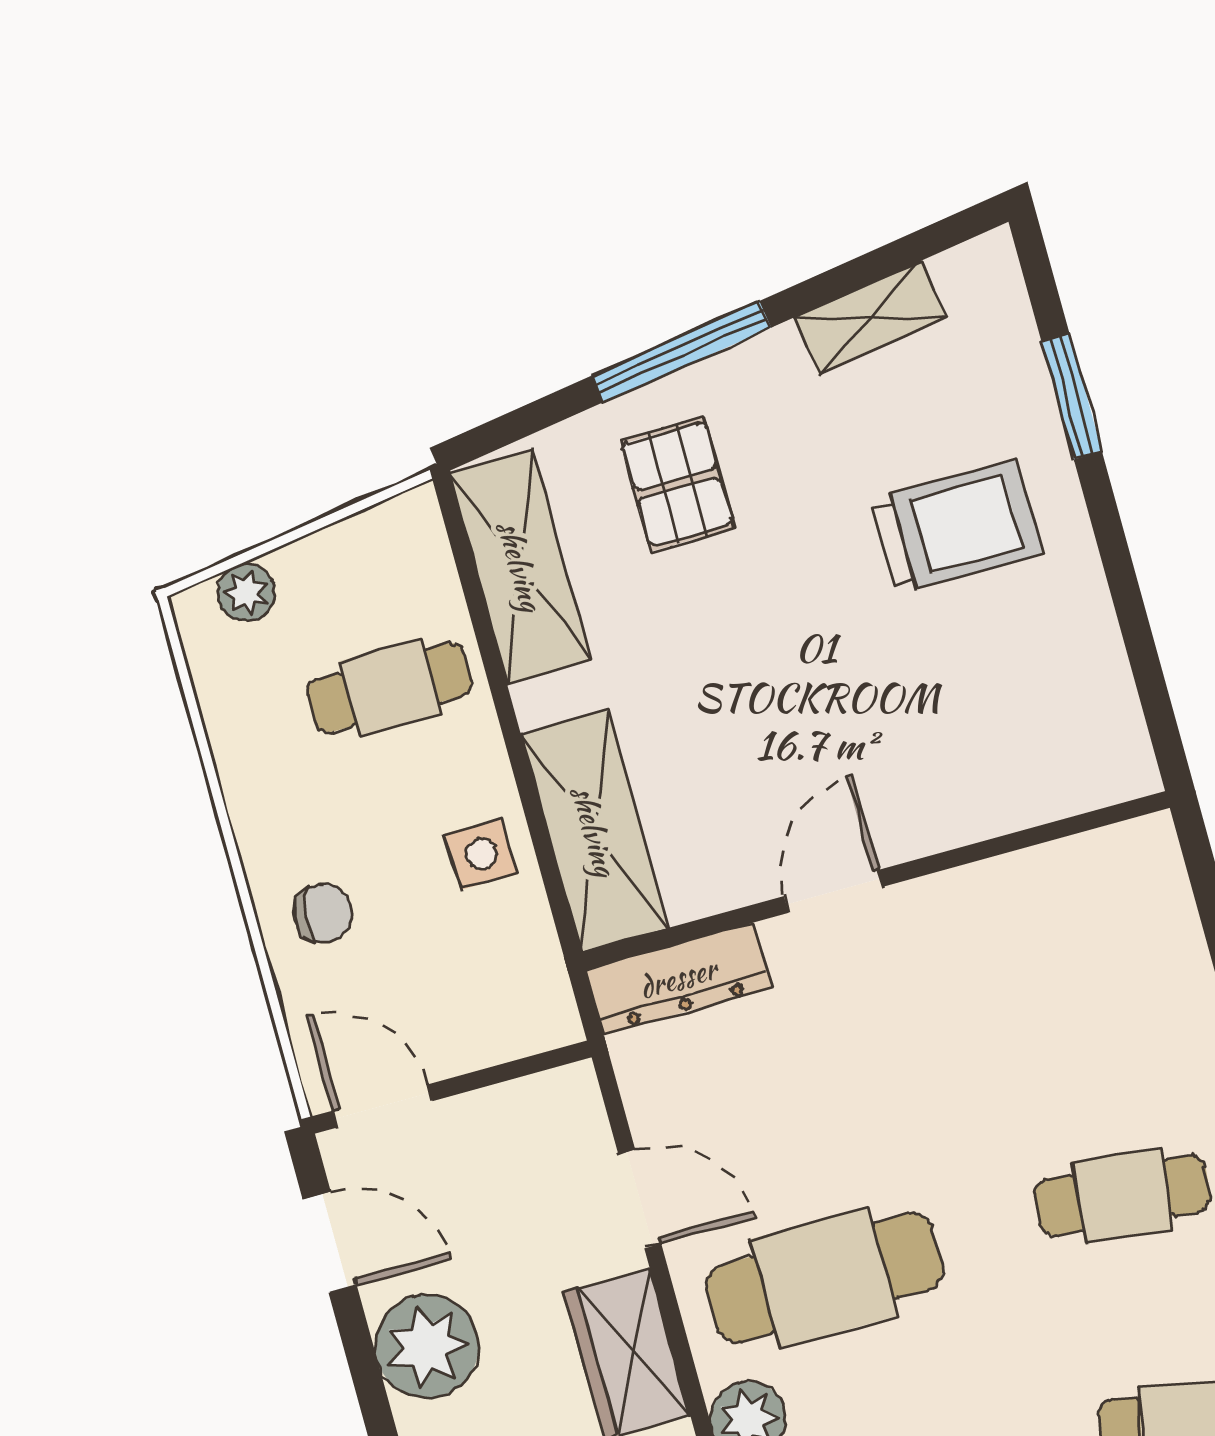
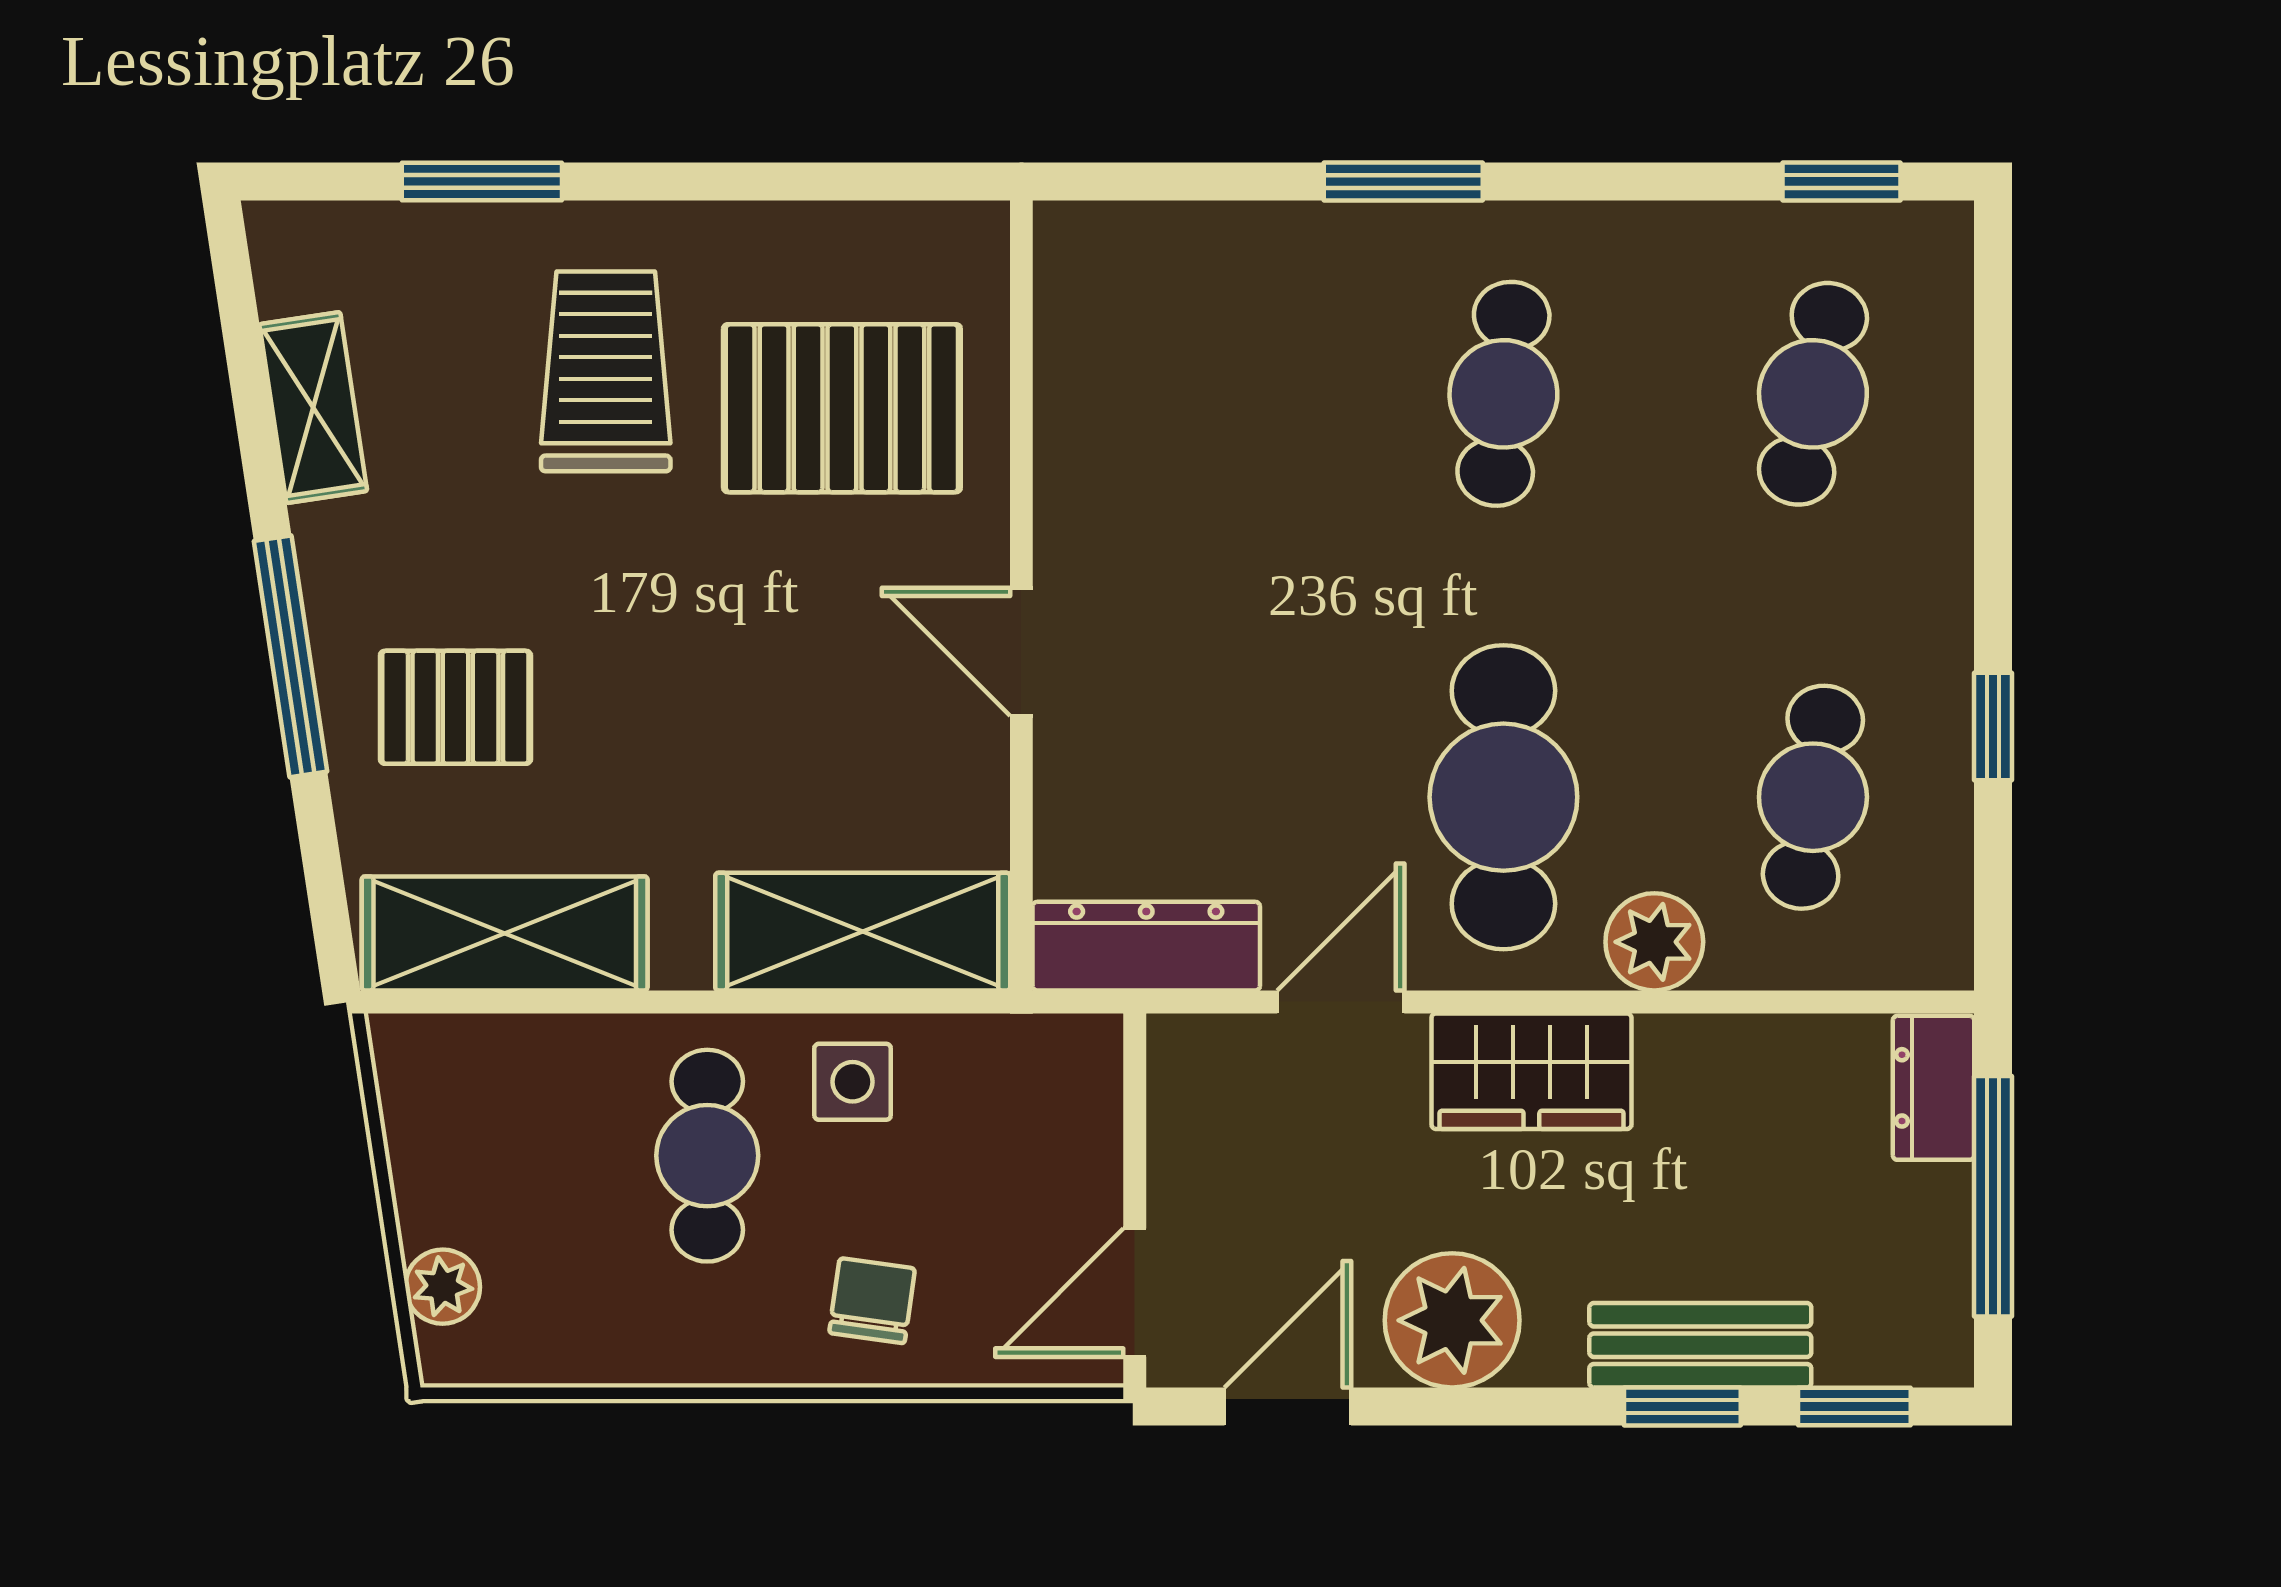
cafe table: (390, 688) -> (707, 1156), moved
pallet: (977, 709) -> (842, 408), added
dresser: (678, 978) -> (1146, 946), moved, turned -90

